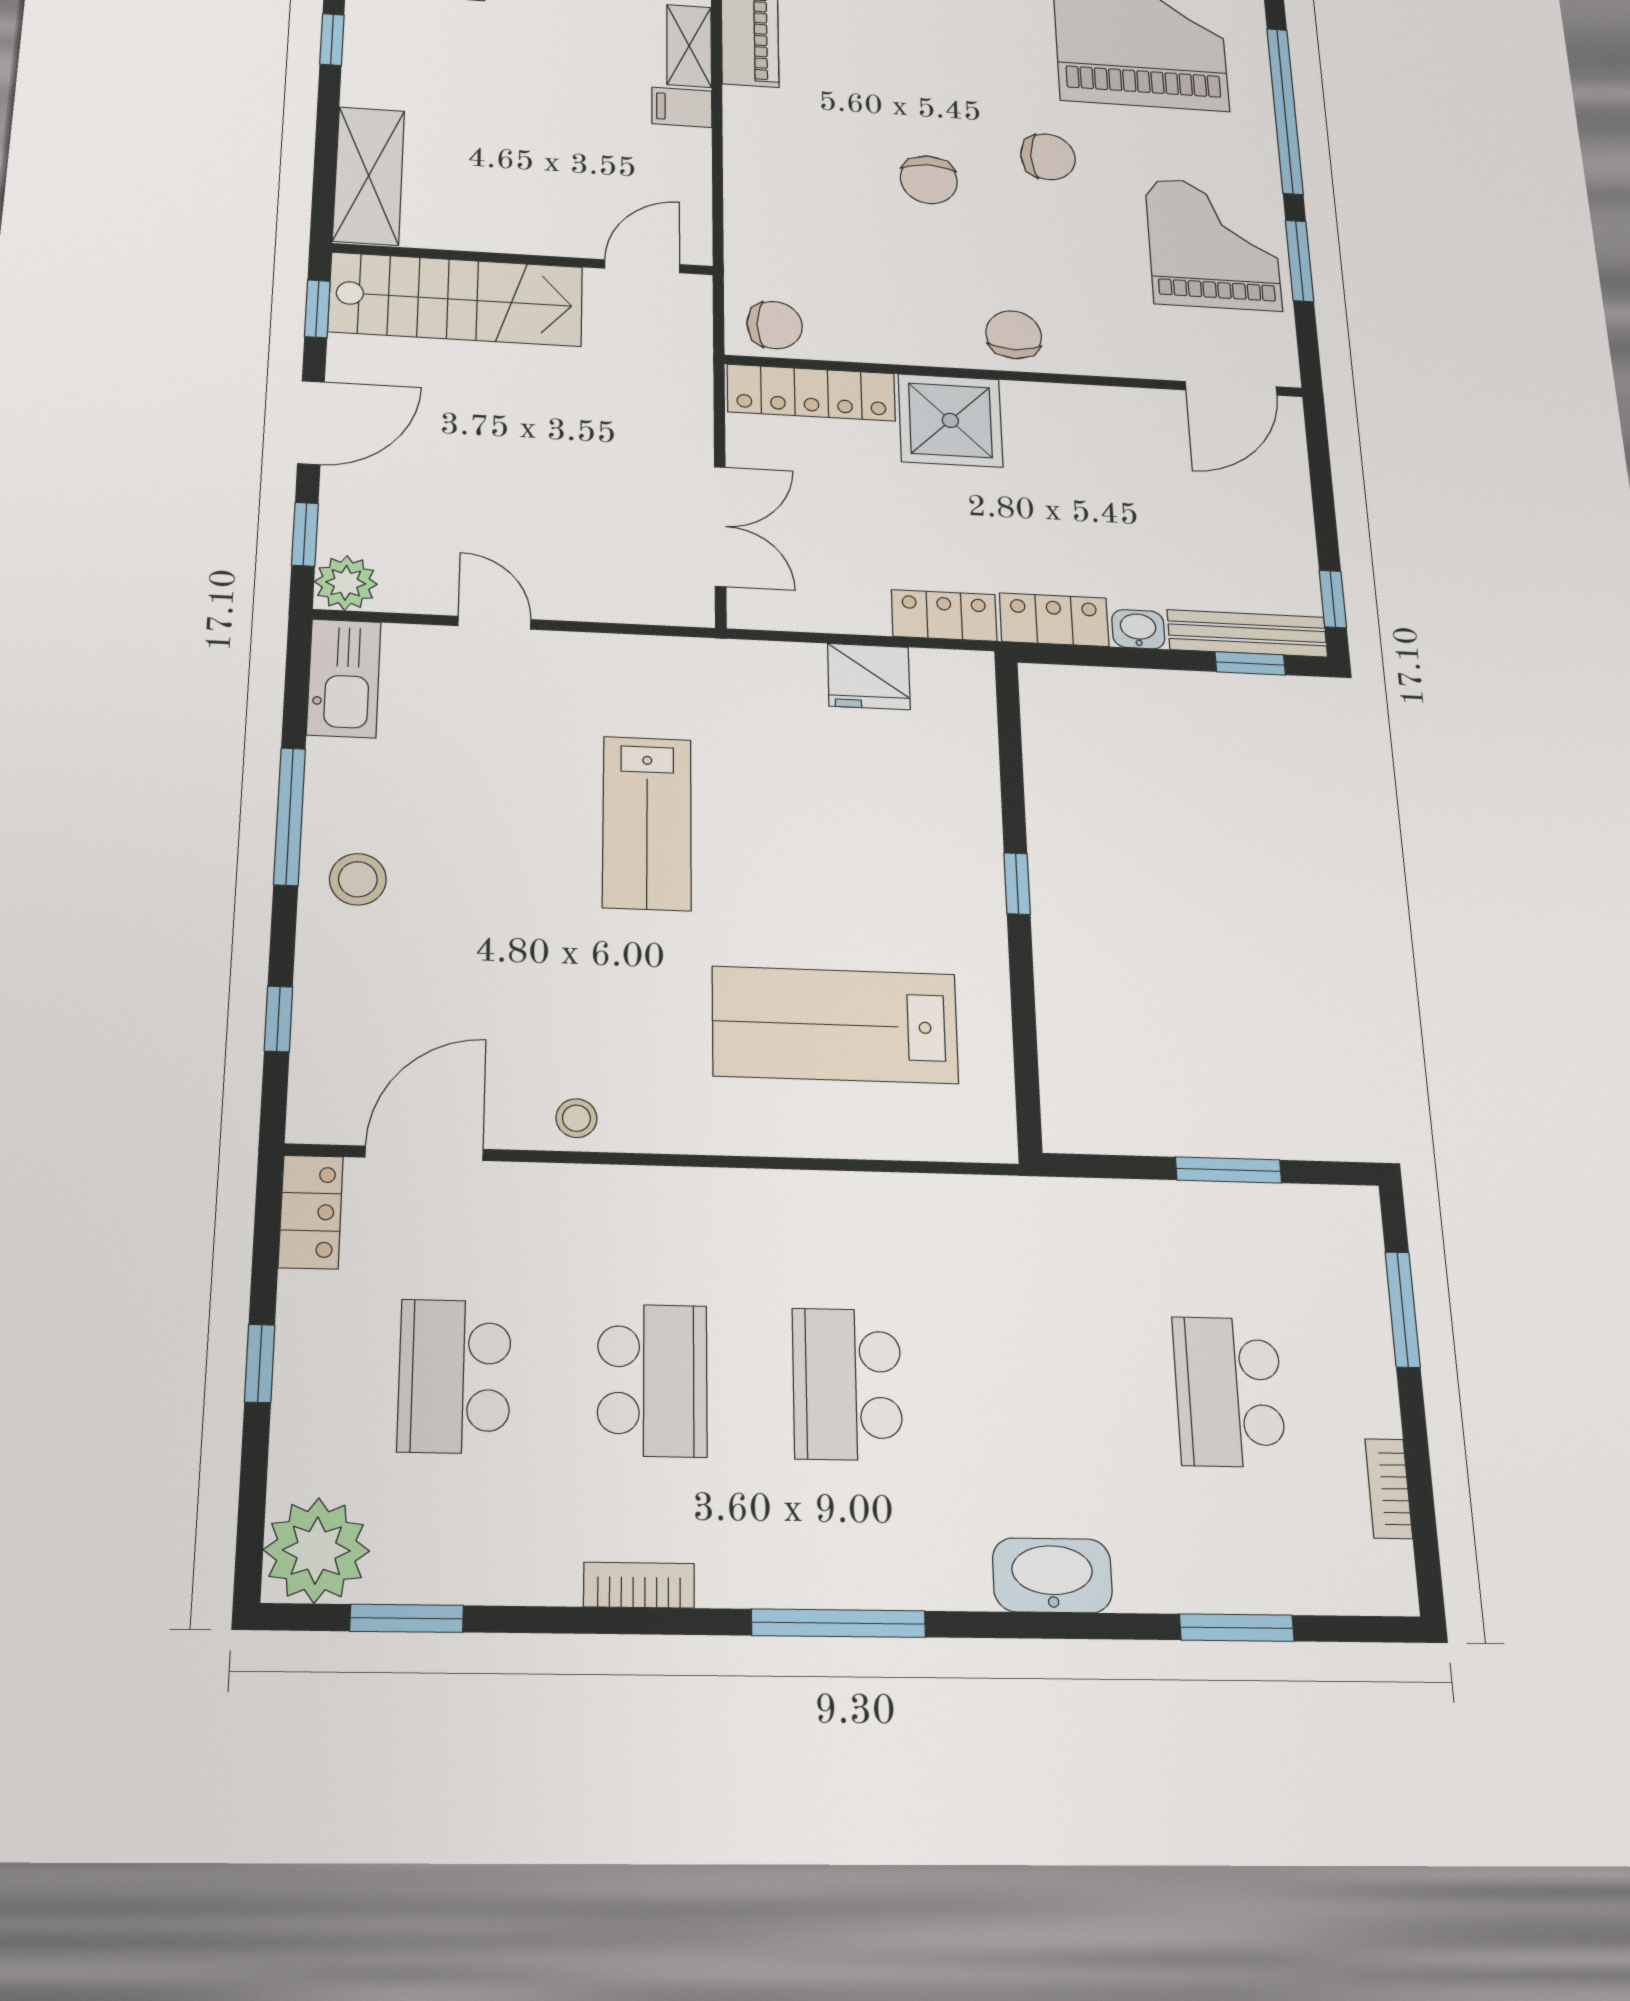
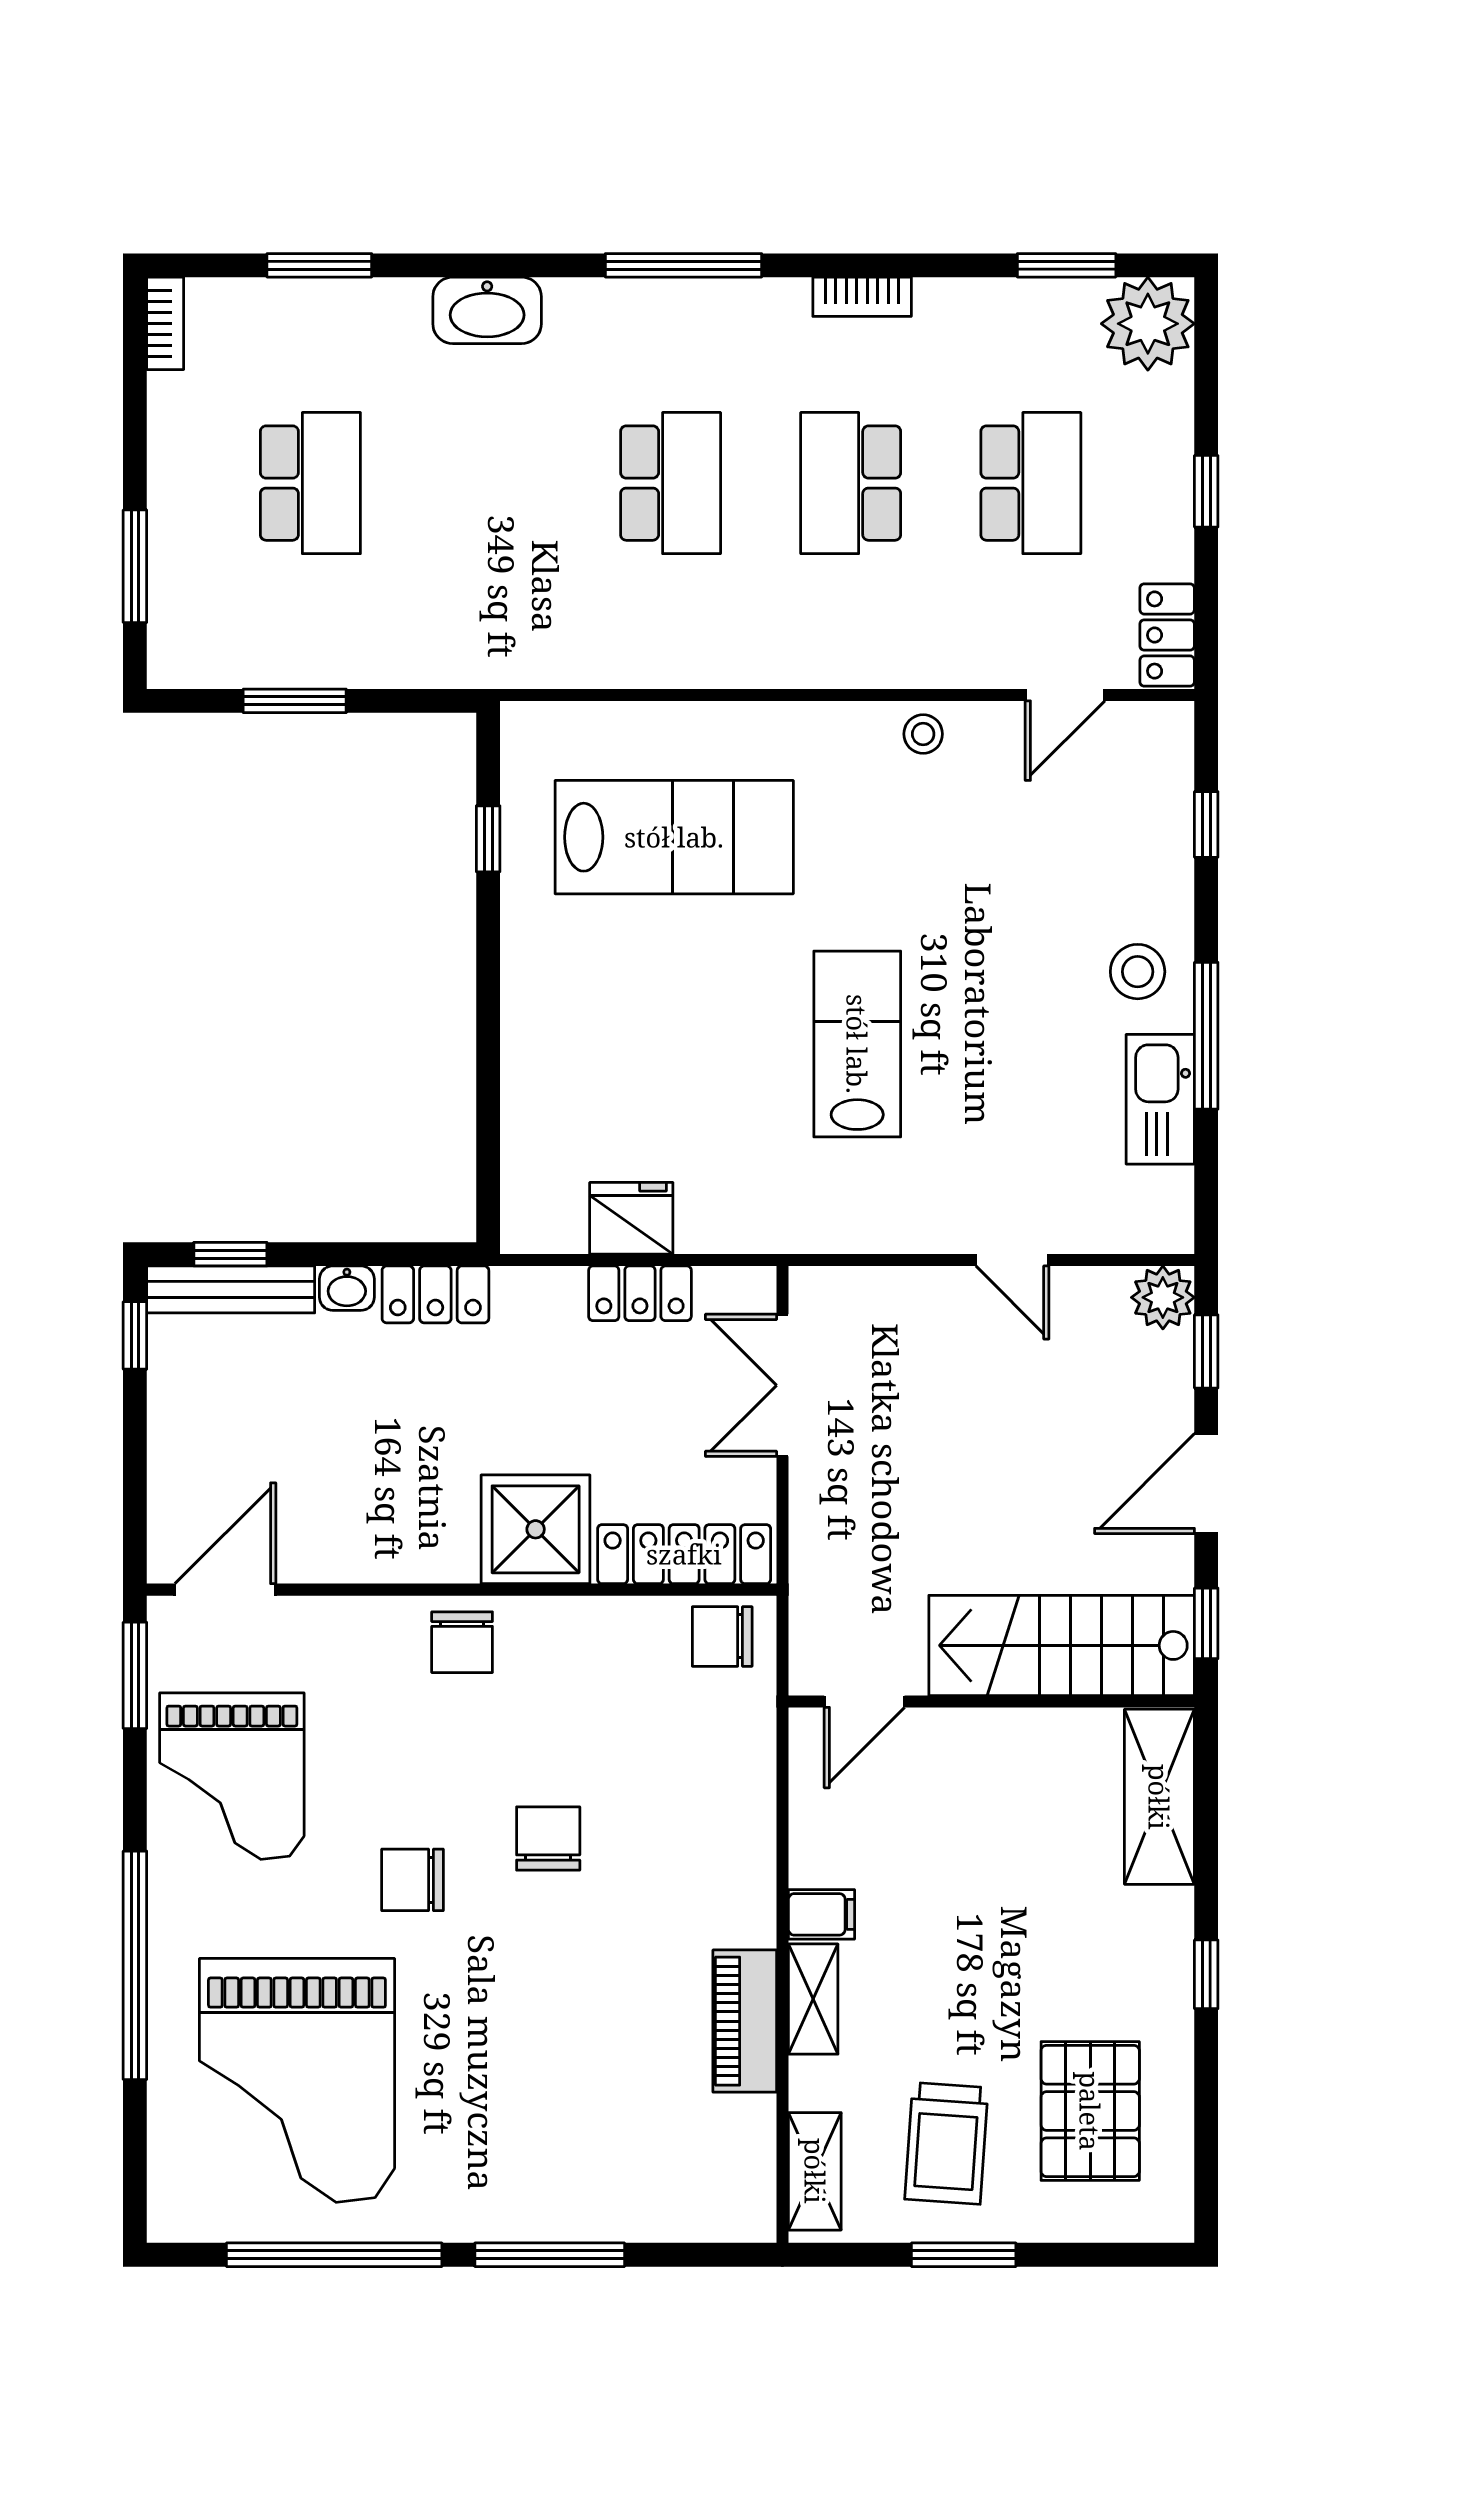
window: (1300, 261) -> (135, 1675), moved
locker: (944, 615) -> (640, 1293), moved
kitchen sink: (344, 678) -> (1160, 1099), moved
window: (1017, 884) -> (488, 839), moved
door: (424, 1153) -> (1065, 695), width x0.73
bookcase: (1389, 1489) -> (165, 323), moved

